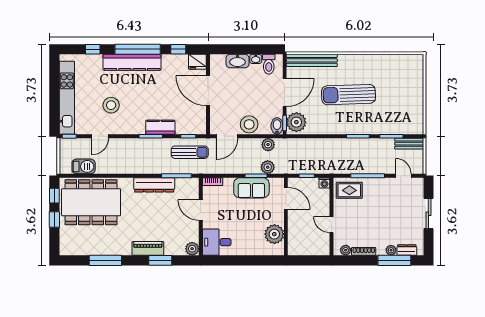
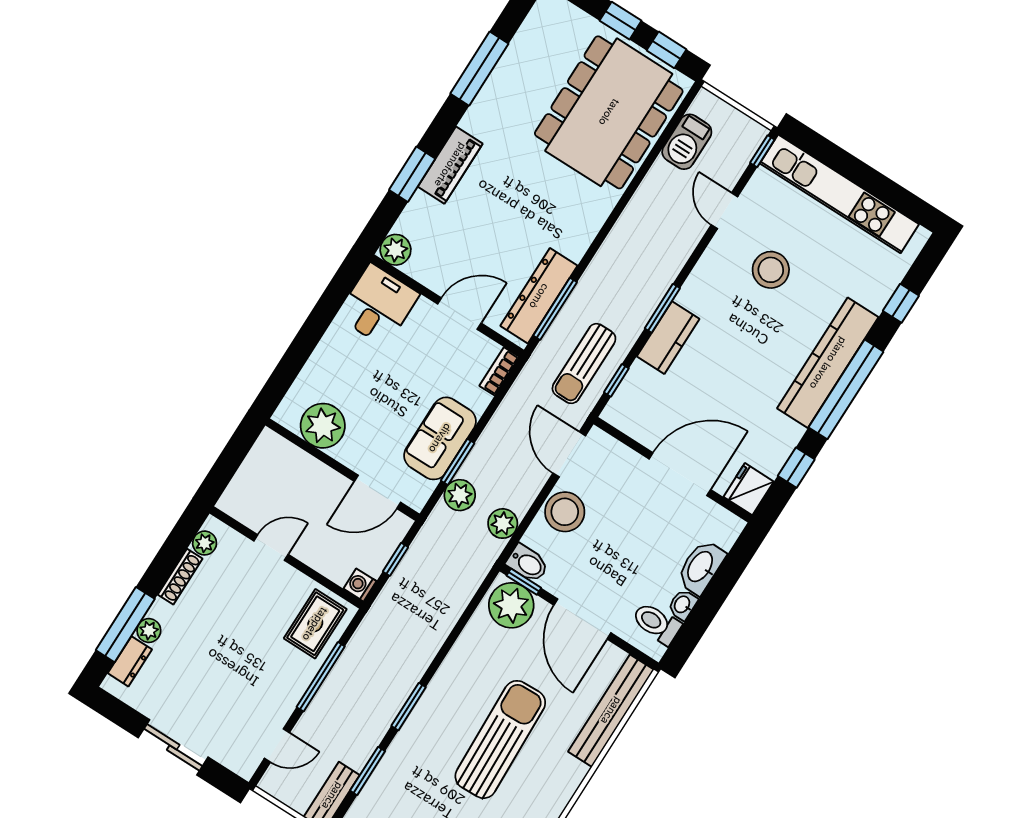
dresser: (154, 185) -> (539, 296), moved

